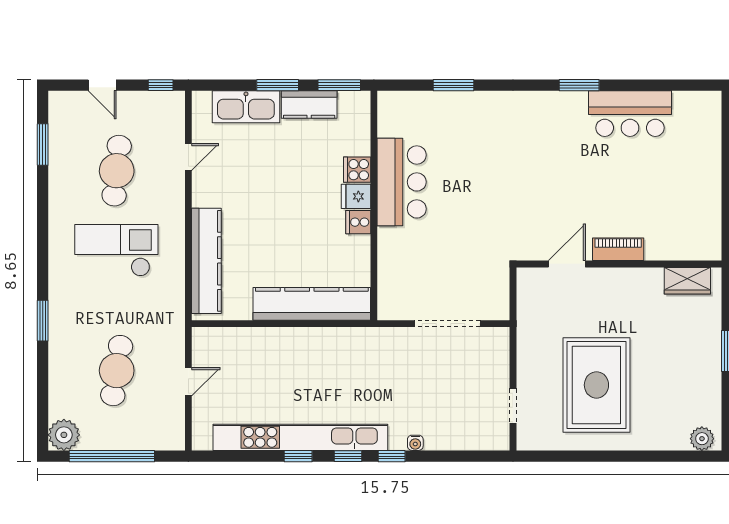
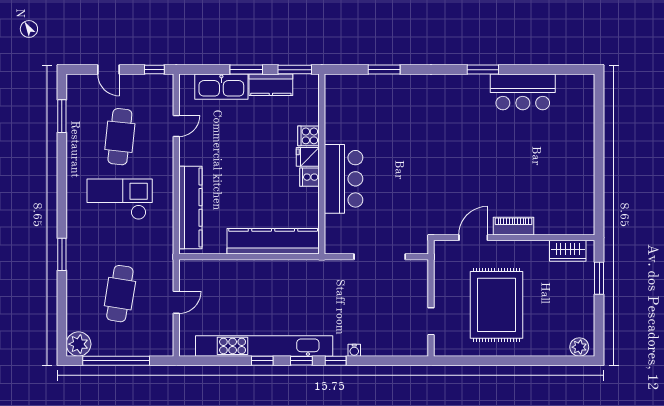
bar counter: (402, 182) -> (344, 179), moved
piano: (618, 249) -> (513, 226), moved
door: (567, 264) -> (473, 238), moved
wall: (619, 264) -> (514, 238), moved
wardrobe: (687, 281) -> (568, 251), moved

